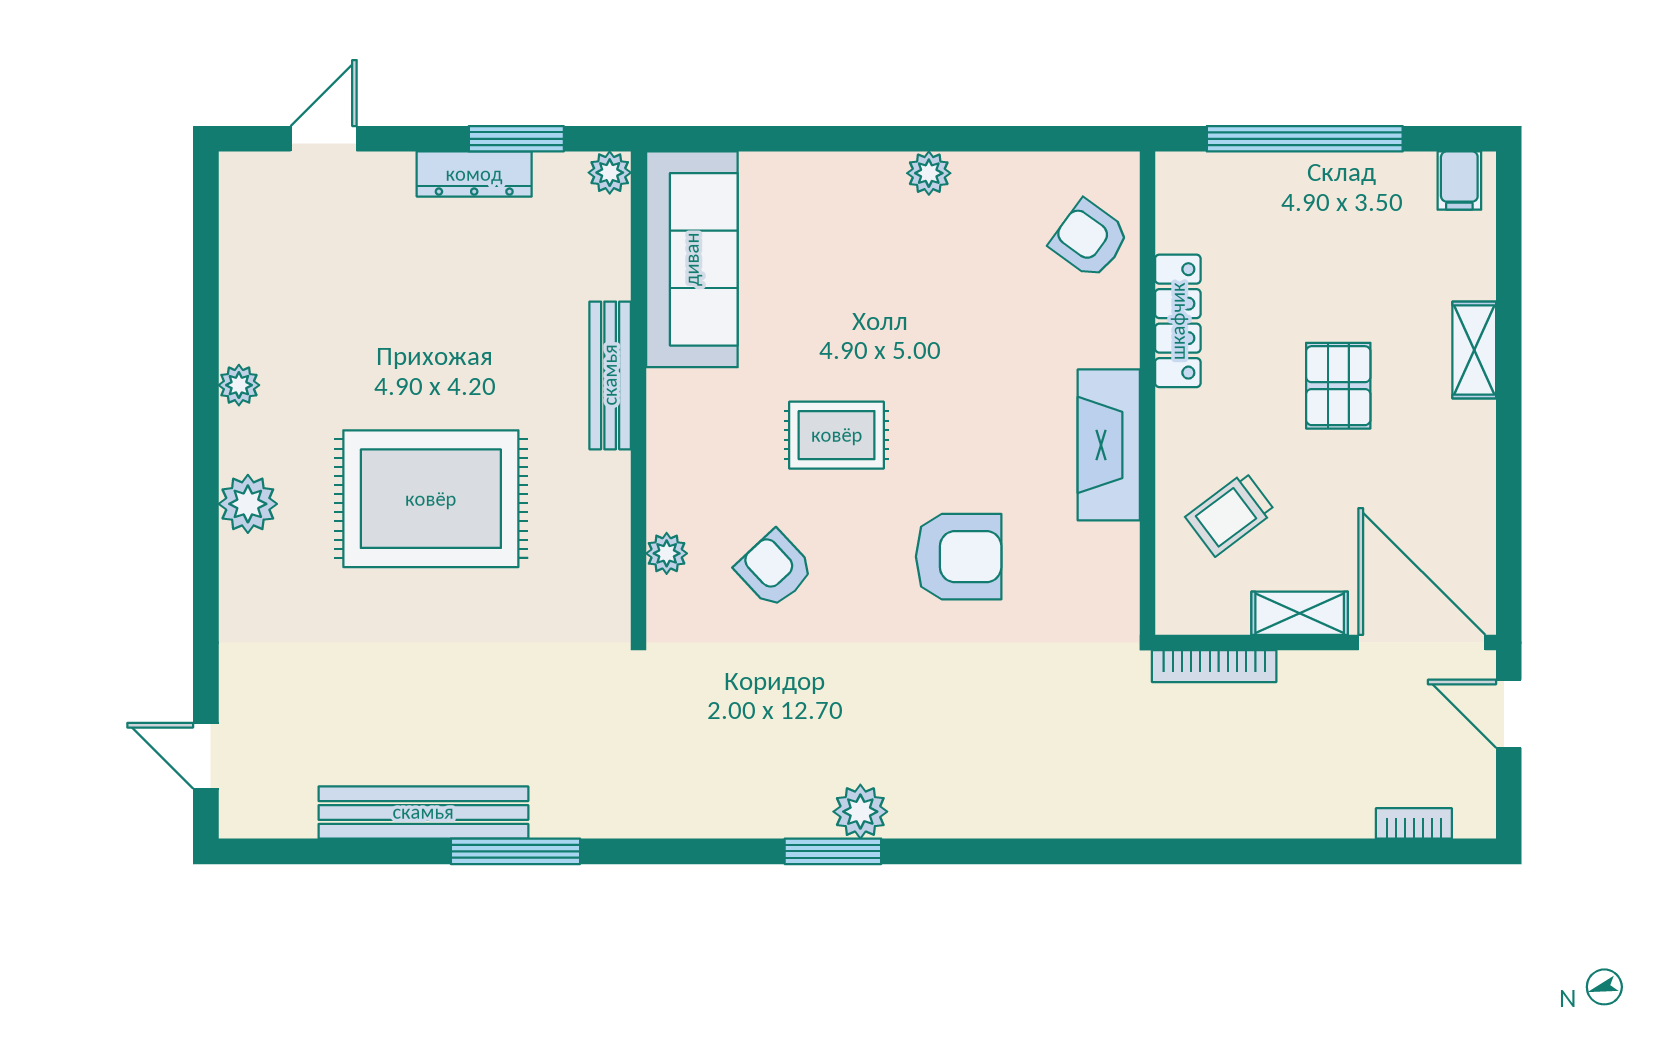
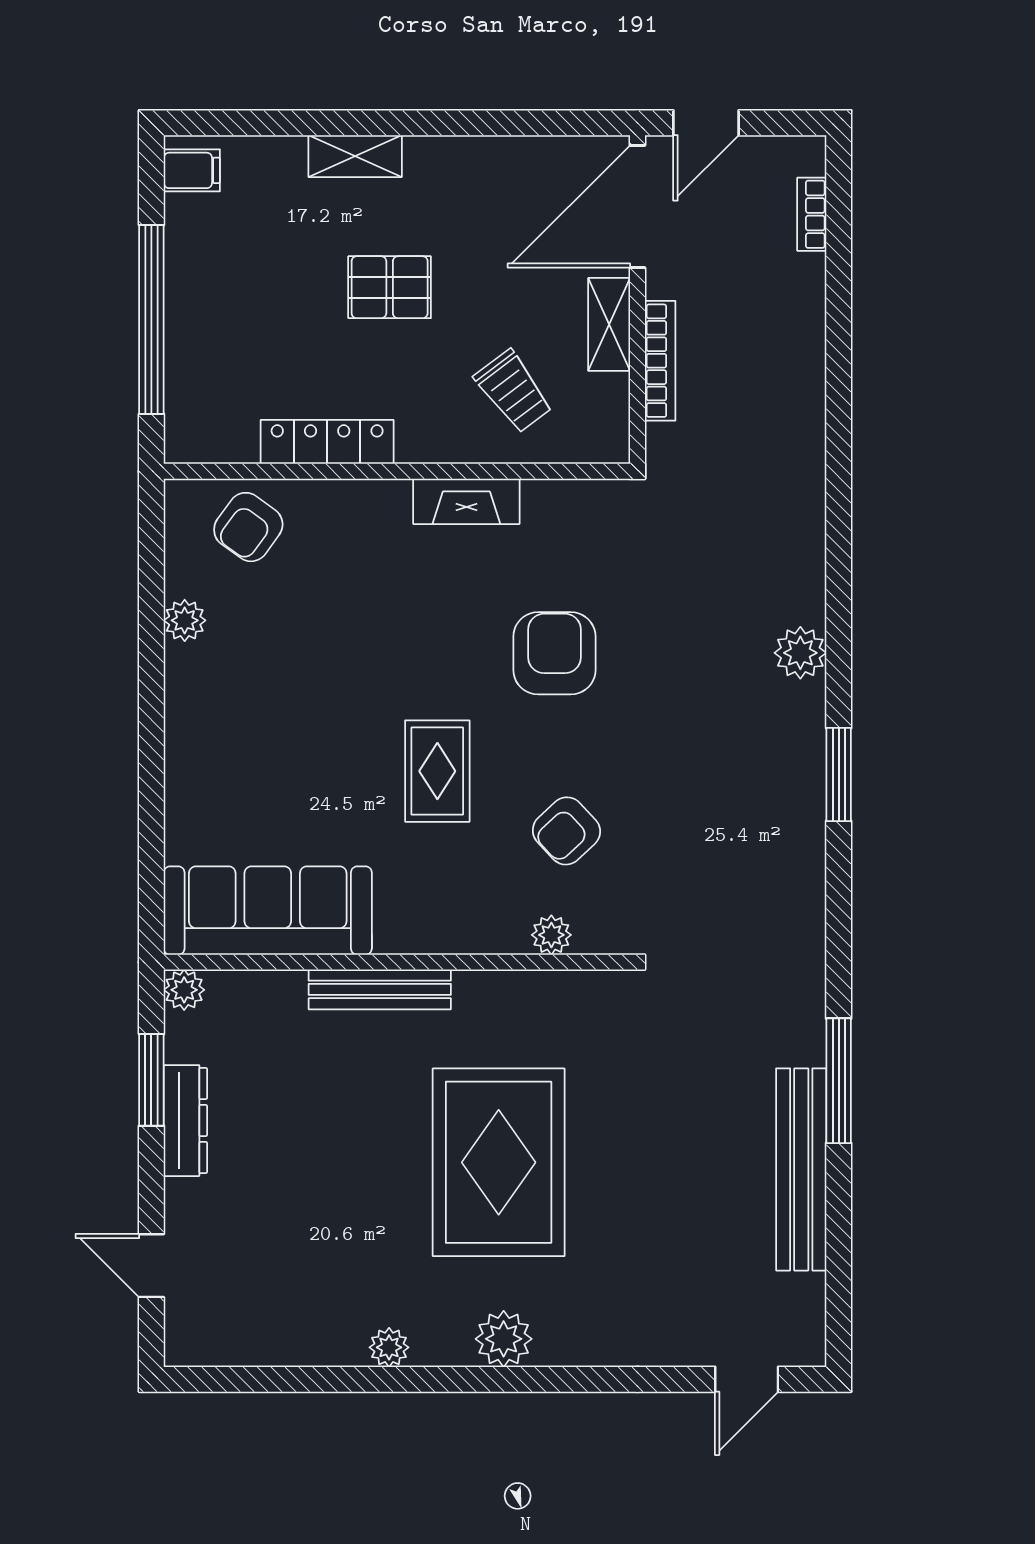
plant: (929, 173) -> (185, 620), moved
fireplace: (1109, 445) -> (466, 501), width x0.73, depth x0.76
bookcase: (1214, 666) -> (660, 361), moved
plant: (860, 812) -> (800, 653), moved

